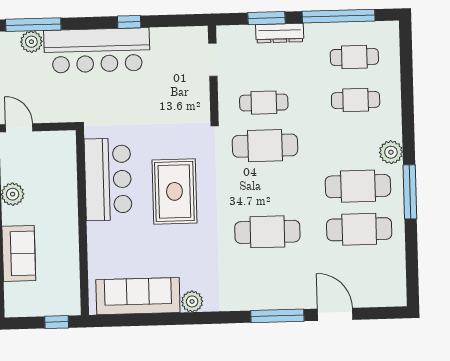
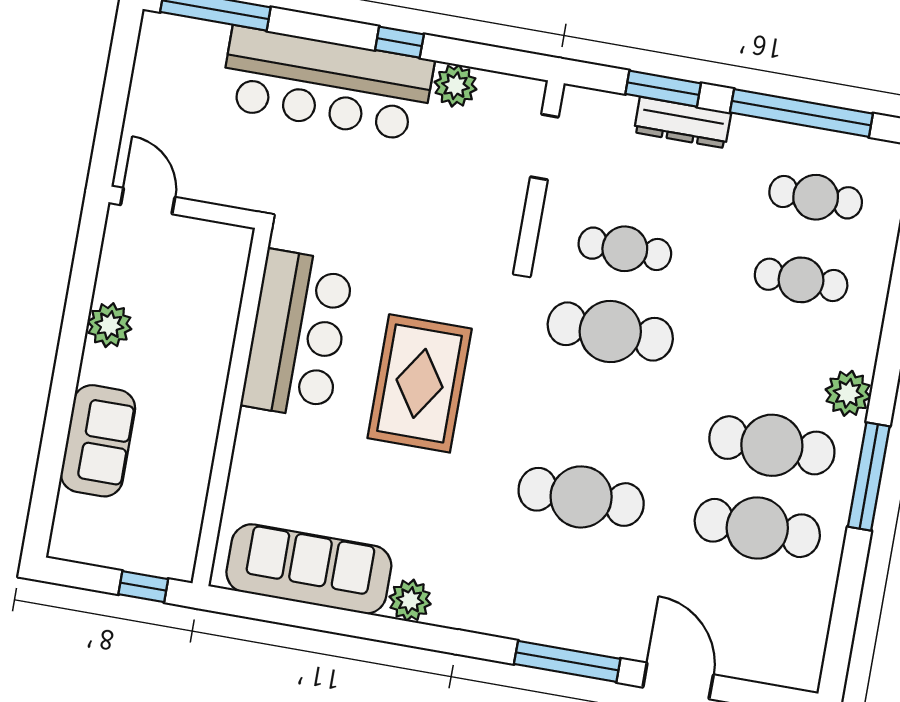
plant: (31, 42) -> (456, 86), moved

